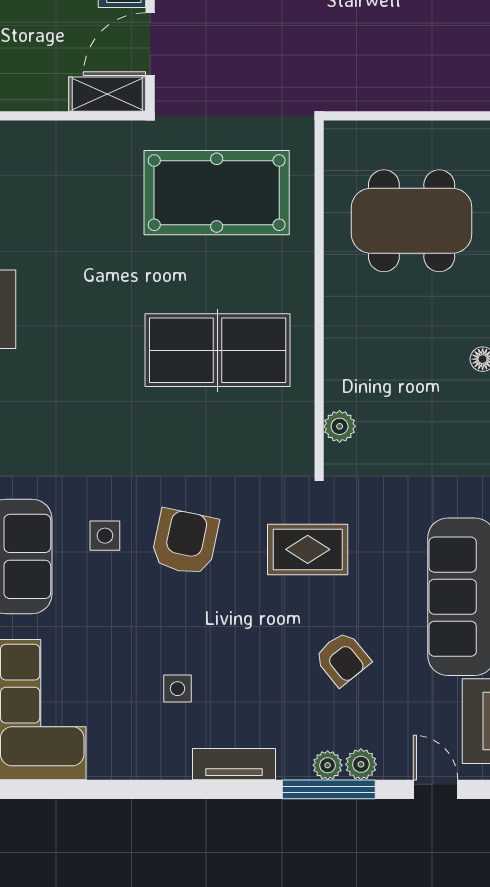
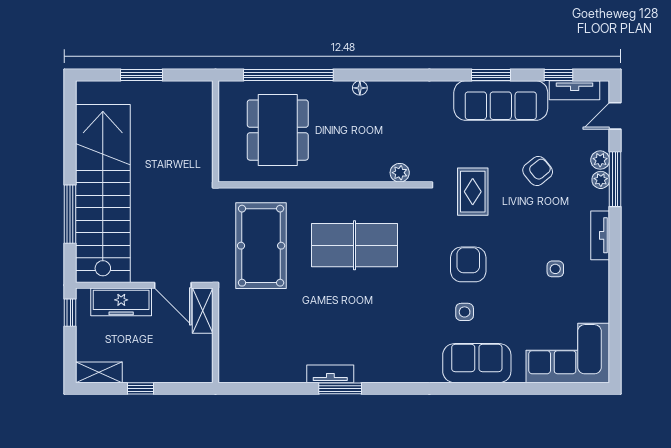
table tennis table: (218, 350) -> (355, 245), turned 90
armchair: (185, 542) -> (468, 264), turned 78

